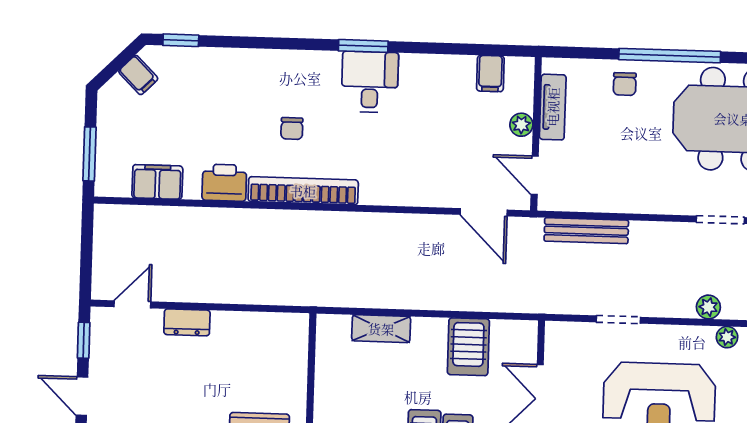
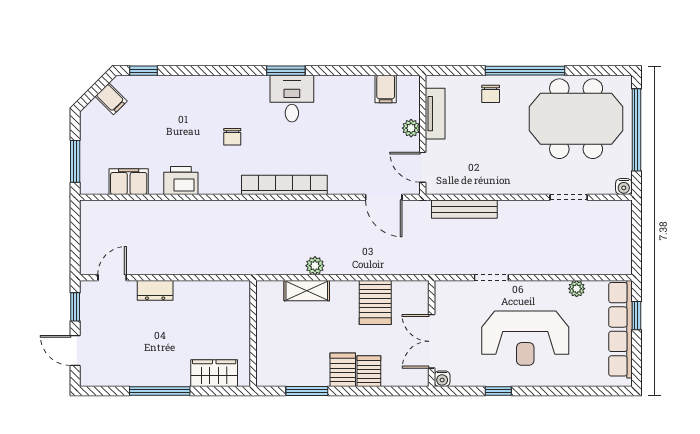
bookcase: (303, 191) -> (284, 185), moved
plant: (708, 307) -> (315, 266), moved

